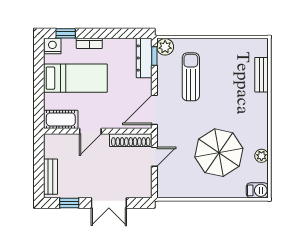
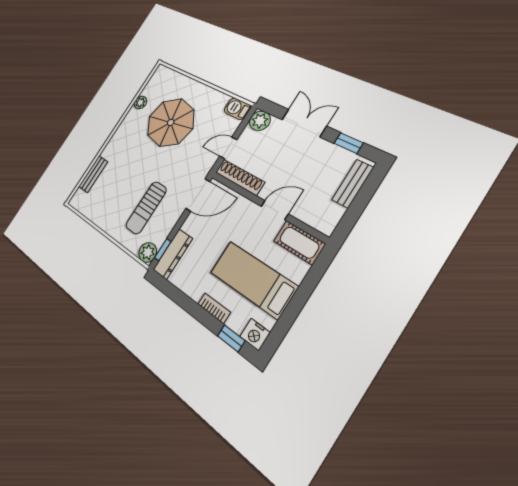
plant: (143, 189) -> (260, 121), added
barbecue: (257, 190) -> (237, 109), moved

